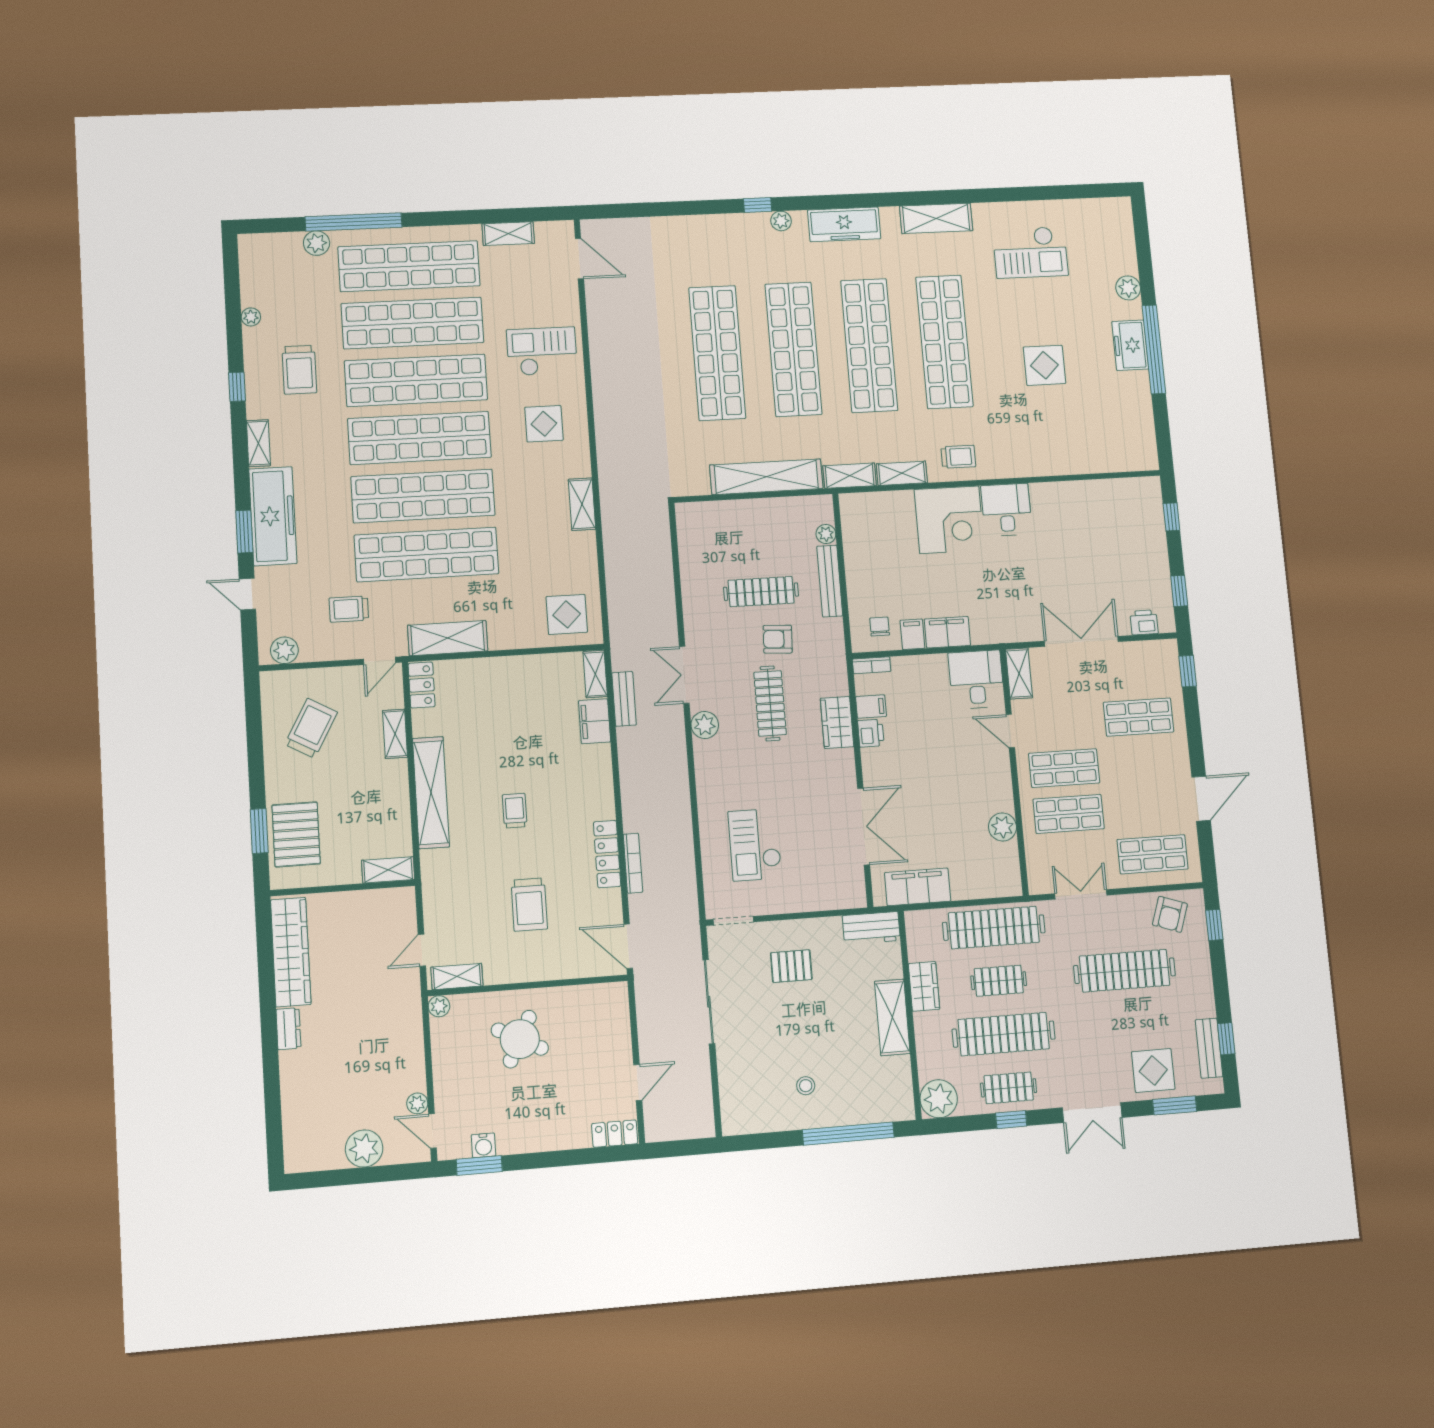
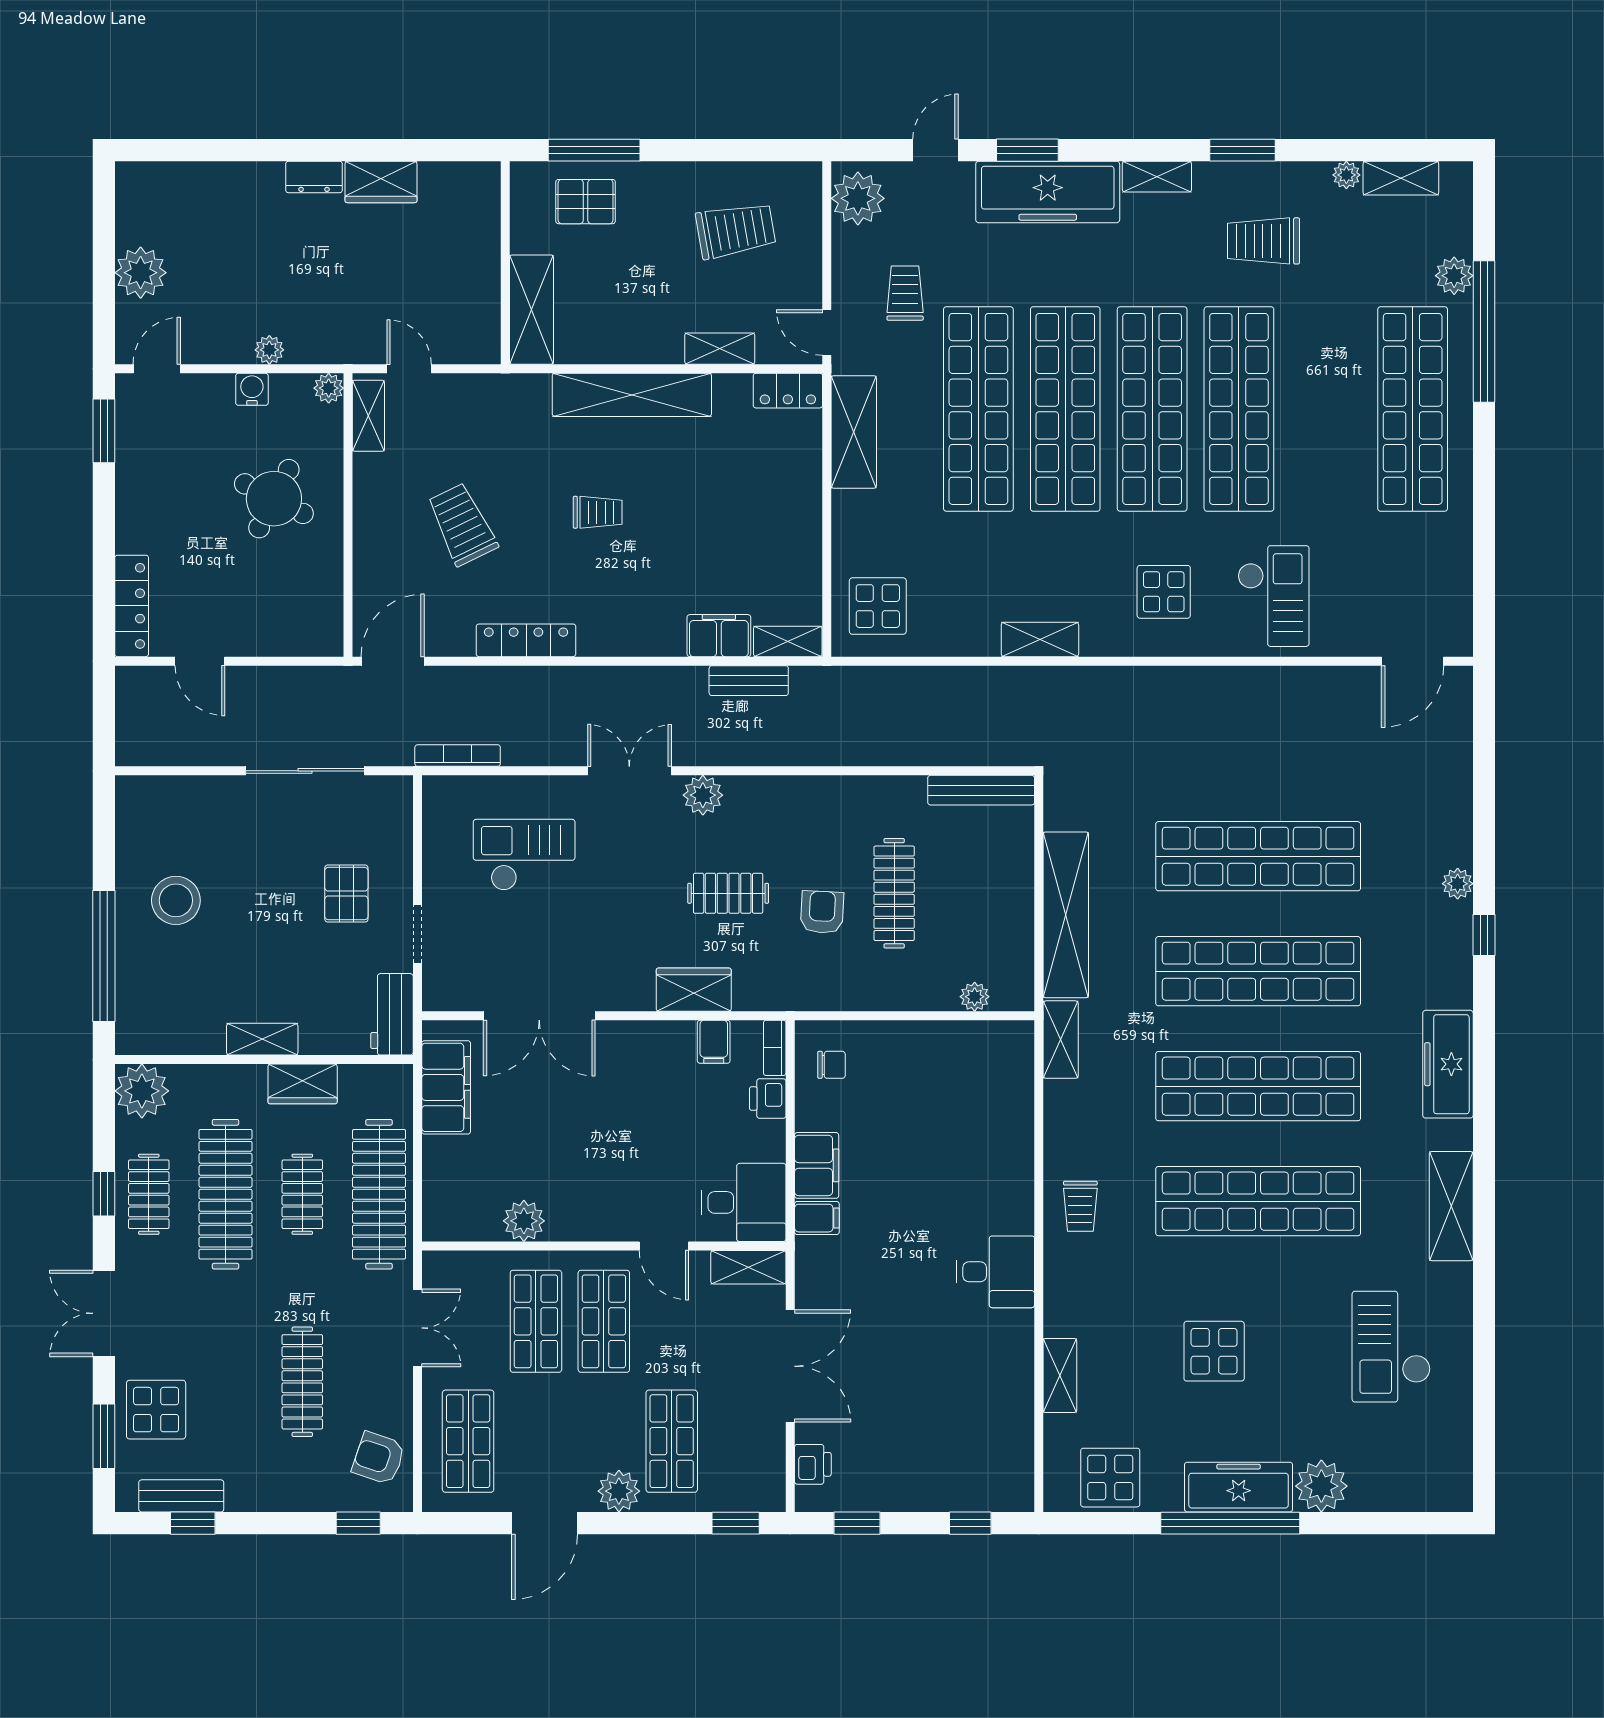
plant: (781, 221) -> (1458, 884), moved
shelving: (508, 234) -> (1401, 178), moved, turned 90
plant: (1128, 288) -> (1321, 1486), width x1.36, depth x1.36
shop shelf: (413, 323) -> (1326, 409), removed
freezer: (1130, 345) -> (1239, 1487), width x1.40
window: (237, 387) -> (1243, 150), width x1.50
display table: (1133, 428) -> (1110, 1478), added
shelving: (902, 473) -> (1060, 1375), moved
corner desk: (949, 520) -> (985, 1184), removed
bench: (830, 581) -> (981, 790), moved
filing cabinet: (912, 634) -> (817, 1218), moved
plant: (284, 650) -> (858, 198), width x1.36, depth x1.36
double door: (684, 675) -> (629, 771), moved
clothes rail: (770, 703) -> (728, 893), width x0.73
trolley: (311, 728) -> (736, 230), turned -39
door: (1010, 731) -> (664, 1246), swing flipped
printer: (871, 733) -> (768, 1099), moved, turned 90
plant: (1175, 750) -> (619, 1491), added
door: (1201, 799) -> (545, 1523), hinge flipped
window: (259, 831) -> (594, 150), width x1.44
pallet: (296, 834) -> (586, 202), width x0.67, depth x0.71
bookcase: (633, 863) -> (458, 756), moved, turned 180
shelving: (388, 870) -> (531, 310), width x1.50, depth x1.33
trolley: (529, 905) -> (462, 524), turned 64
doorway: (733, 921) -> (417, 934), moved
wardrobe: (291, 952) -> (381, 182), width x0.48, depth x0.85
clothes rail: (1125, 971) -> (302, 1382), width x0.73, depth x0.76
shelving: (892, 1017) -> (262, 1039), width x0.67, depth x0.75
stool: (806, 1086) -> (176, 900), width x1.89, depth x1.89
plant: (417, 1103) -> (269, 350), moved
locker: (615, 1134) -> (132, 606), width x1.53
water cooler: (483, 1145) -> (252, 389), moved, turned 90

